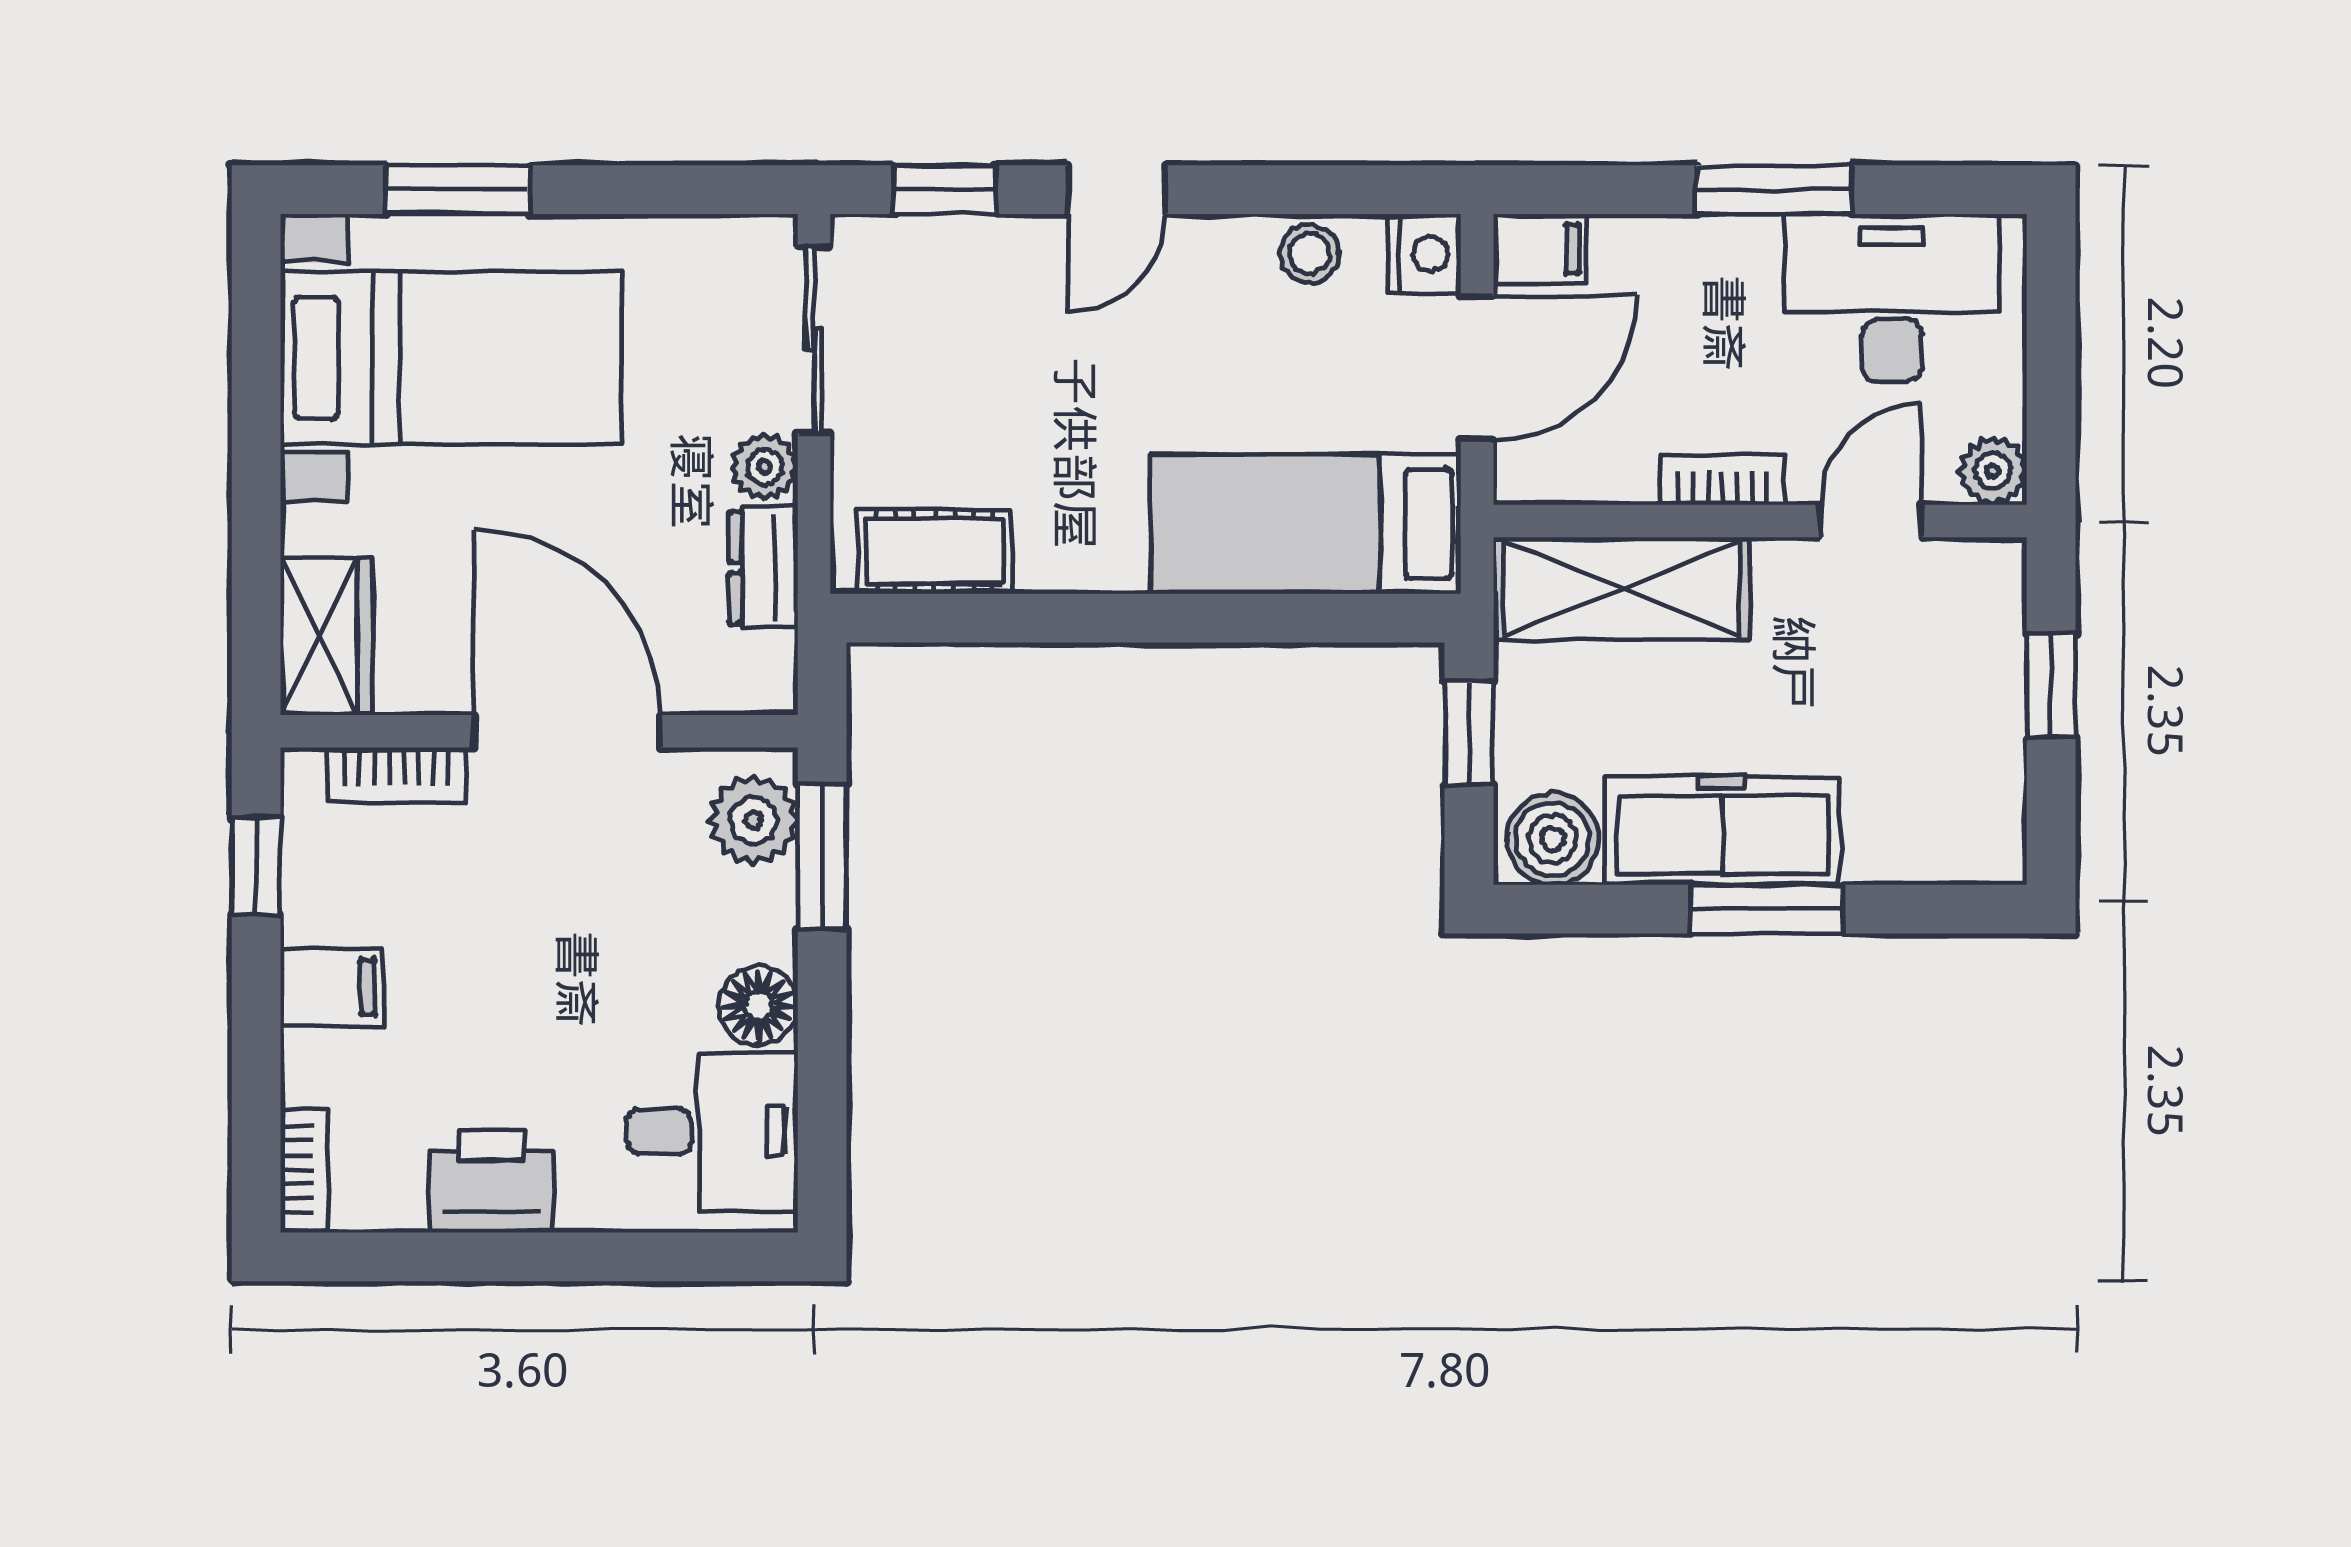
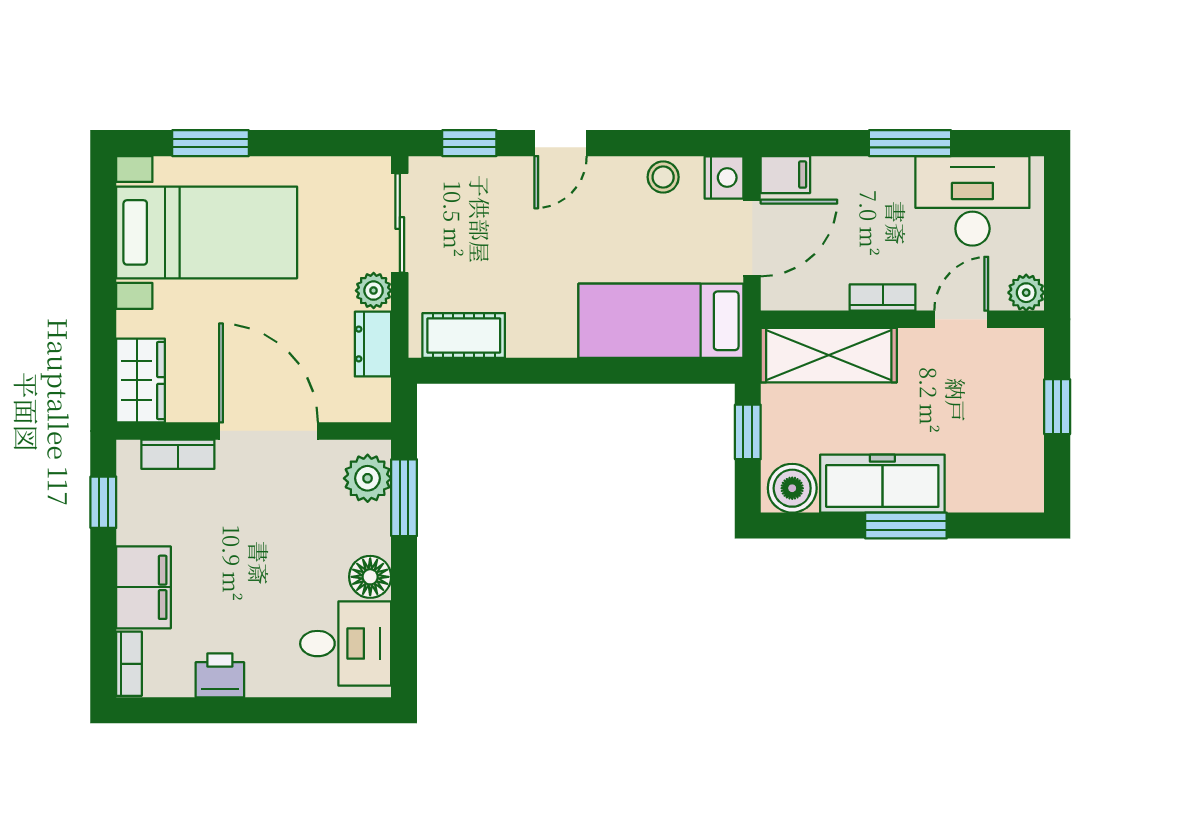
filing cabinet: (332, 987) -> (144, 587), width x2.00
printer: (492, 1181) -> (220, 675), width x0.73, depth x0.81

